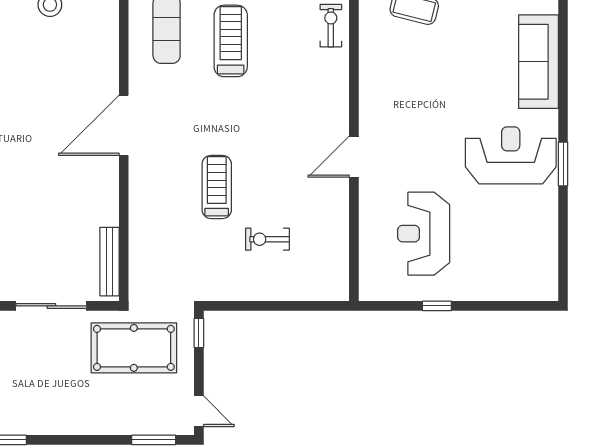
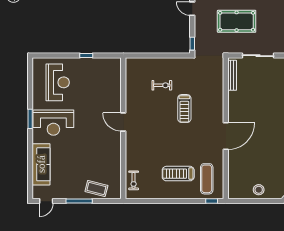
treadmill: (231, 41) -> (178, 174), turned 90
door: (354, 157) -> (123, 122), swing flipped
reception desk: (424, 234) -> (58, 82), moved
pool table: (134, 348) -> (237, 21), moved

